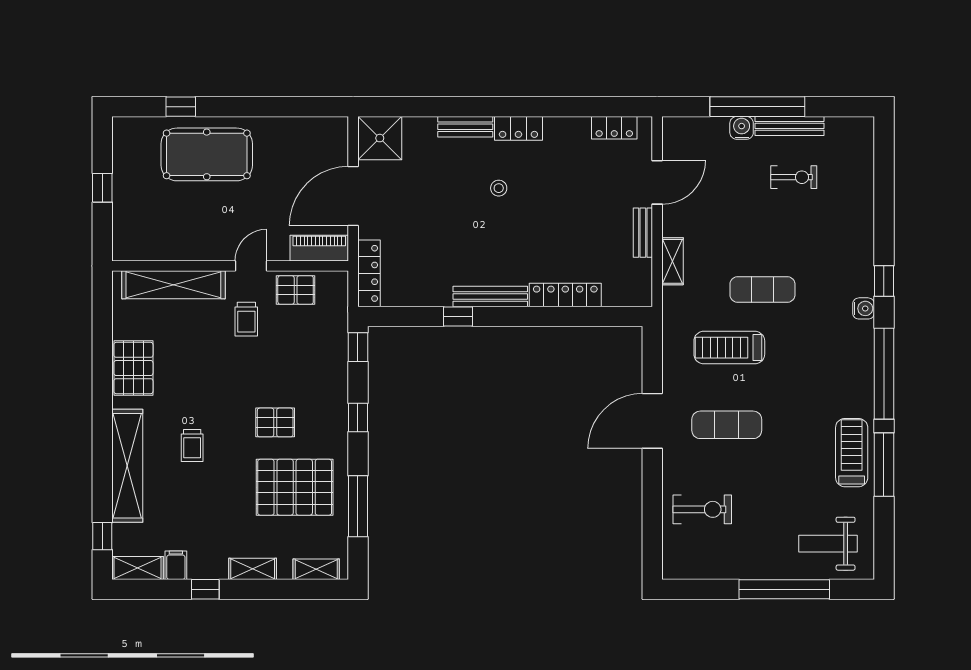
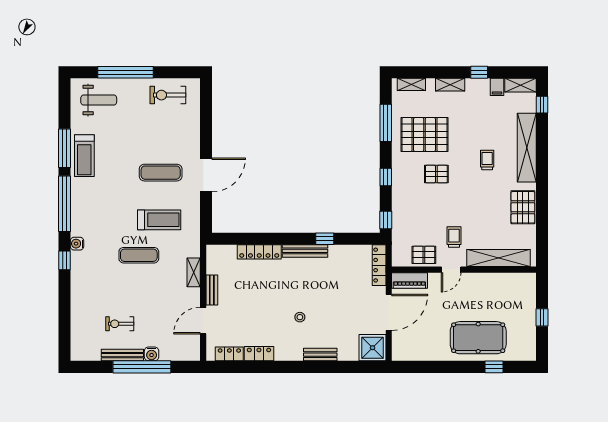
locker: (518, 128) -> (259, 354), moved
exercise bike: (702, 509) -> (168, 95), moved

